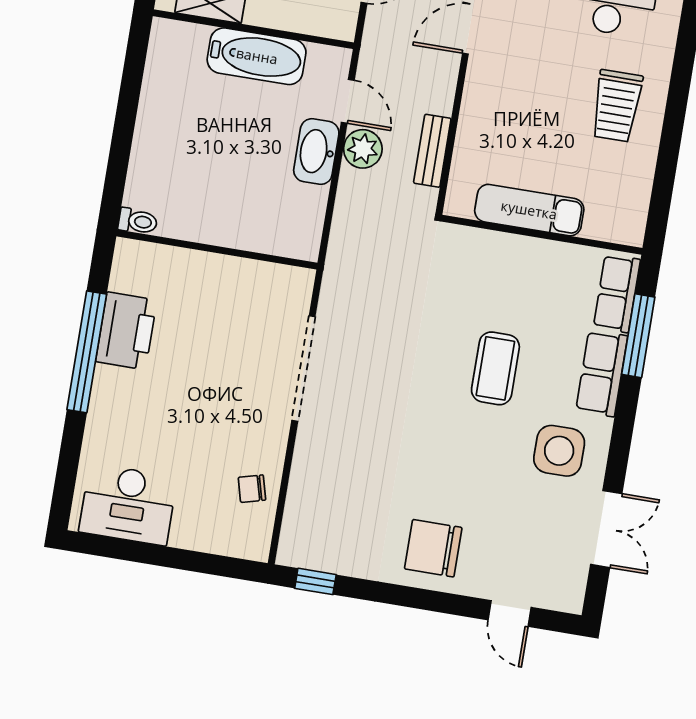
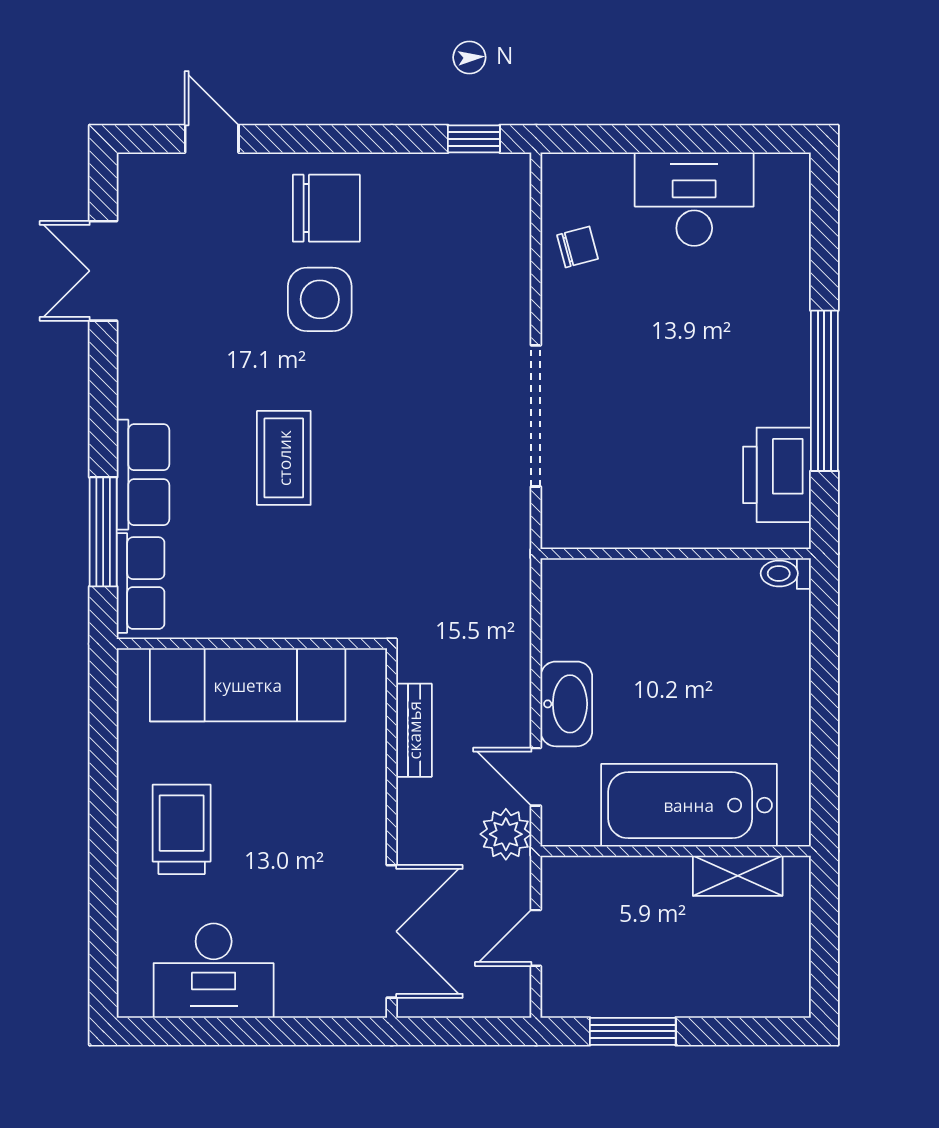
bathtub: (257, 56) -> (689, 805), width x1.36, depth x1.36
plant: (363, 149) -> (506, 834), moved
exam couch: (529, 210) -> (248, 685), width x1.36, depth x1.45
printer: (126, 331) -> (777, 475), moved
side table: (559, 451) -> (320, 299), moved
desk: (128, 505) -> (694, 199), moved

